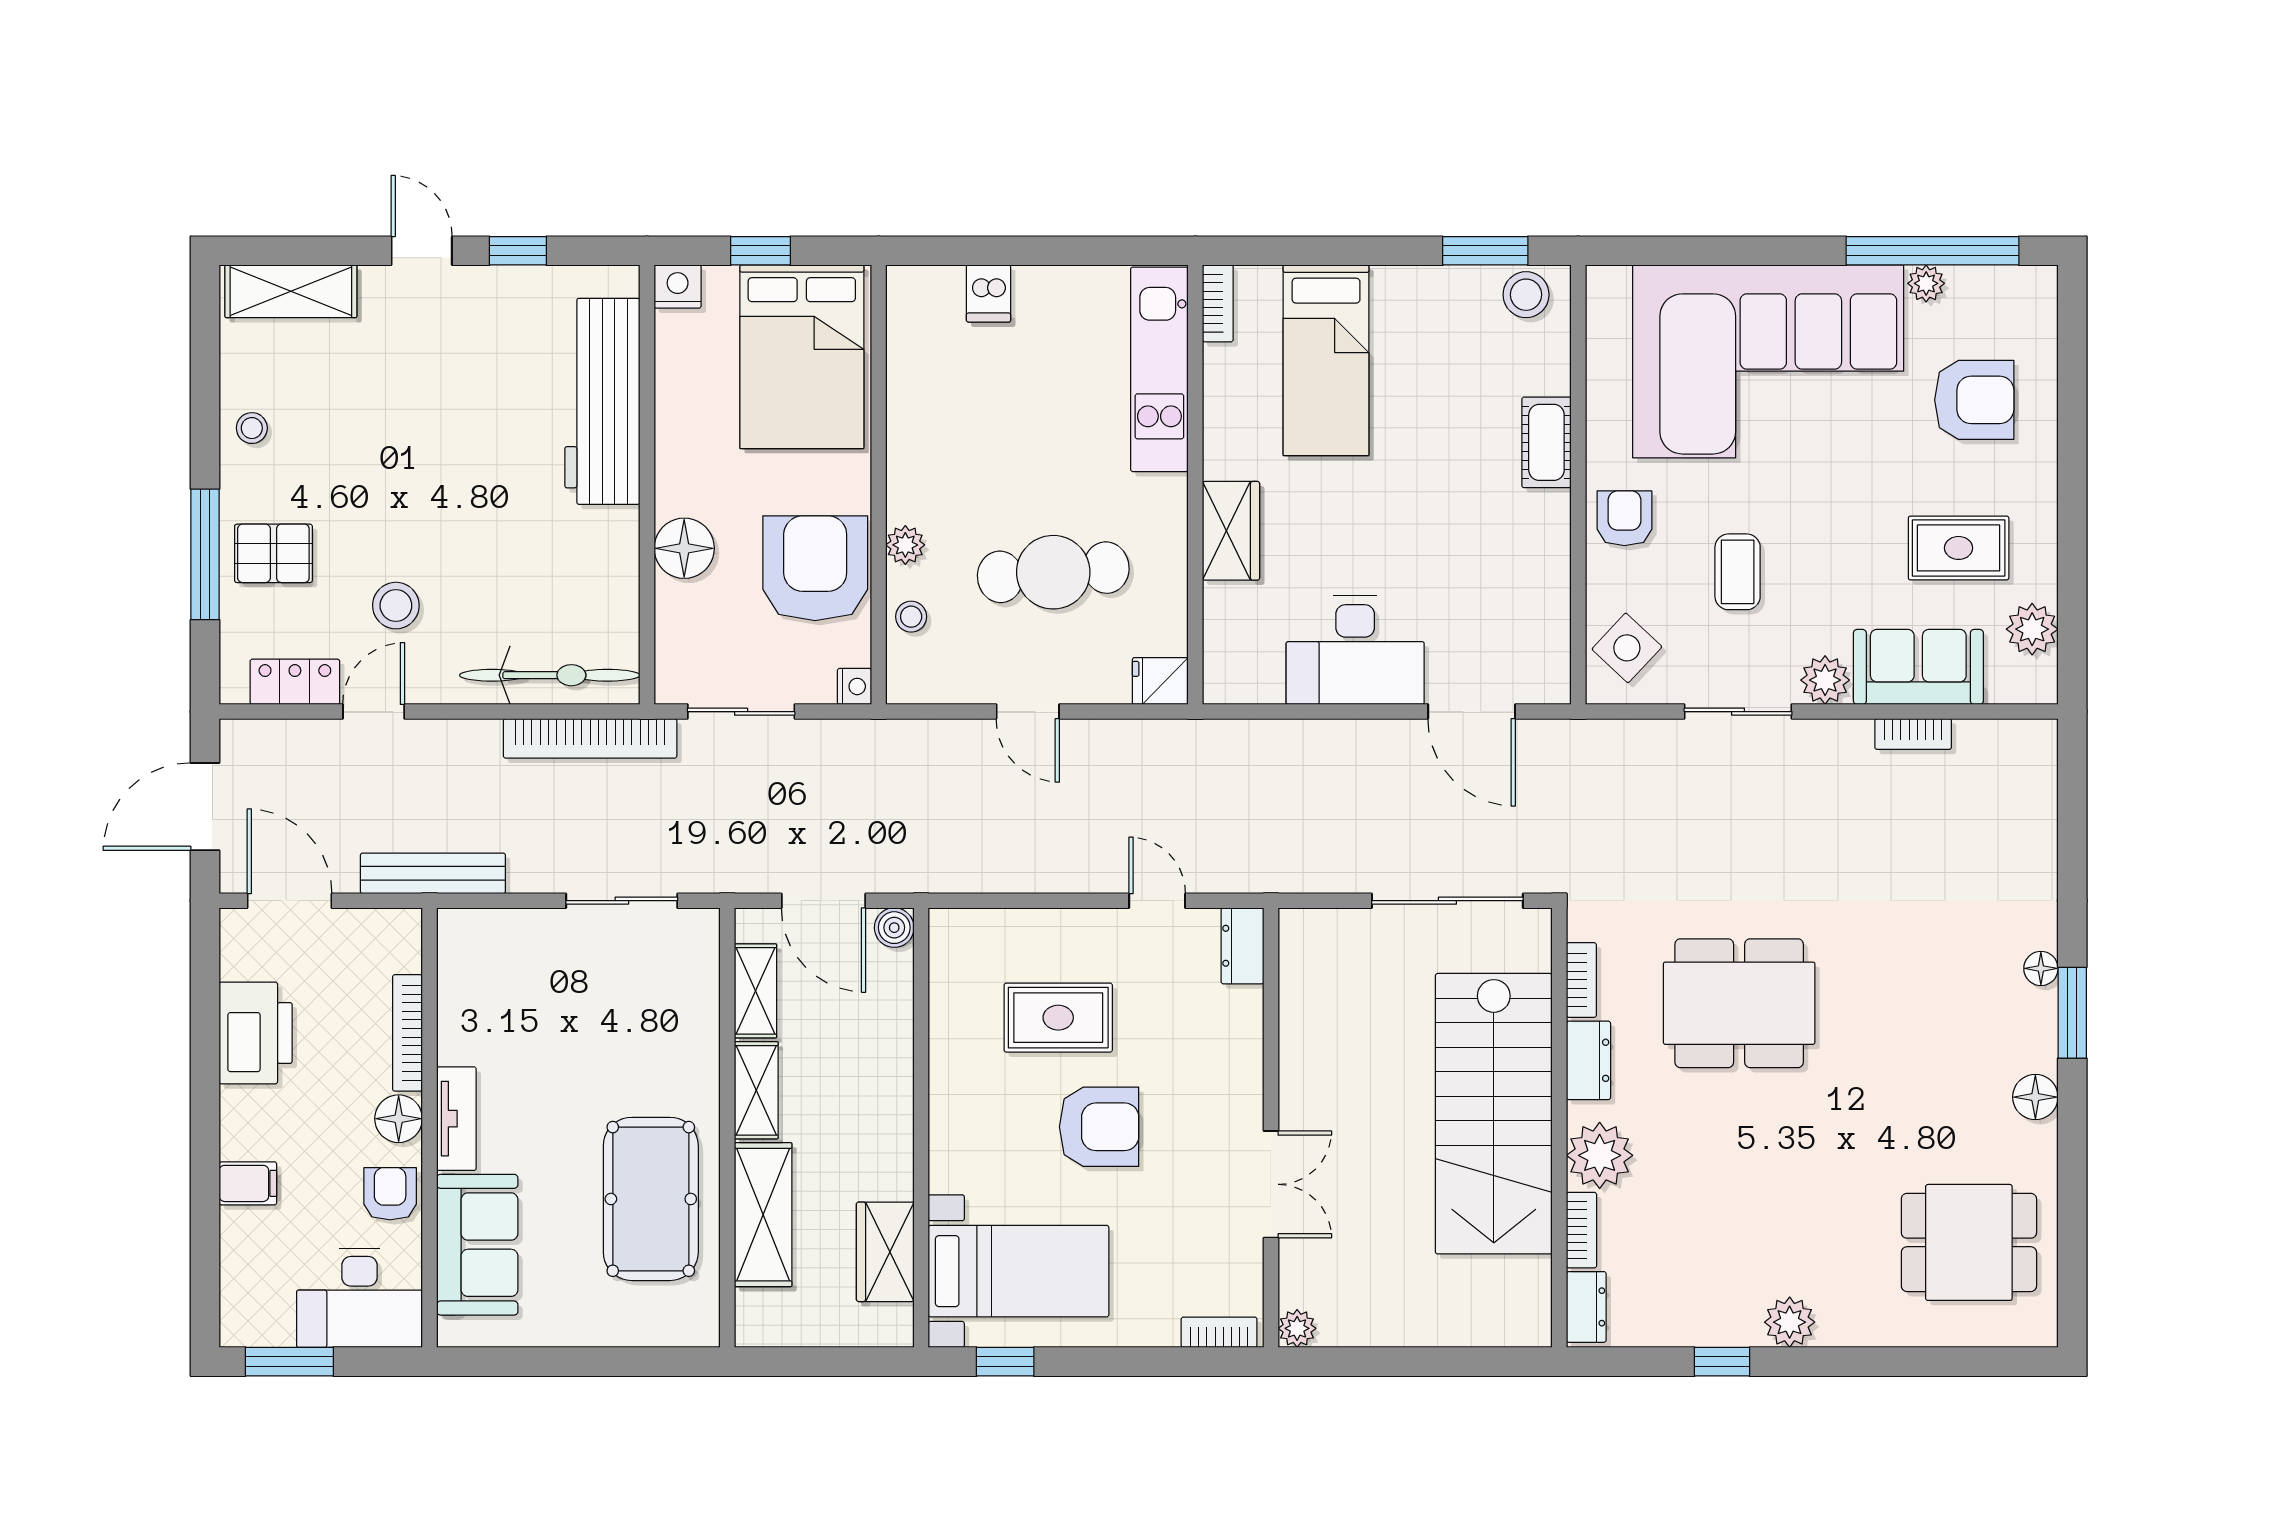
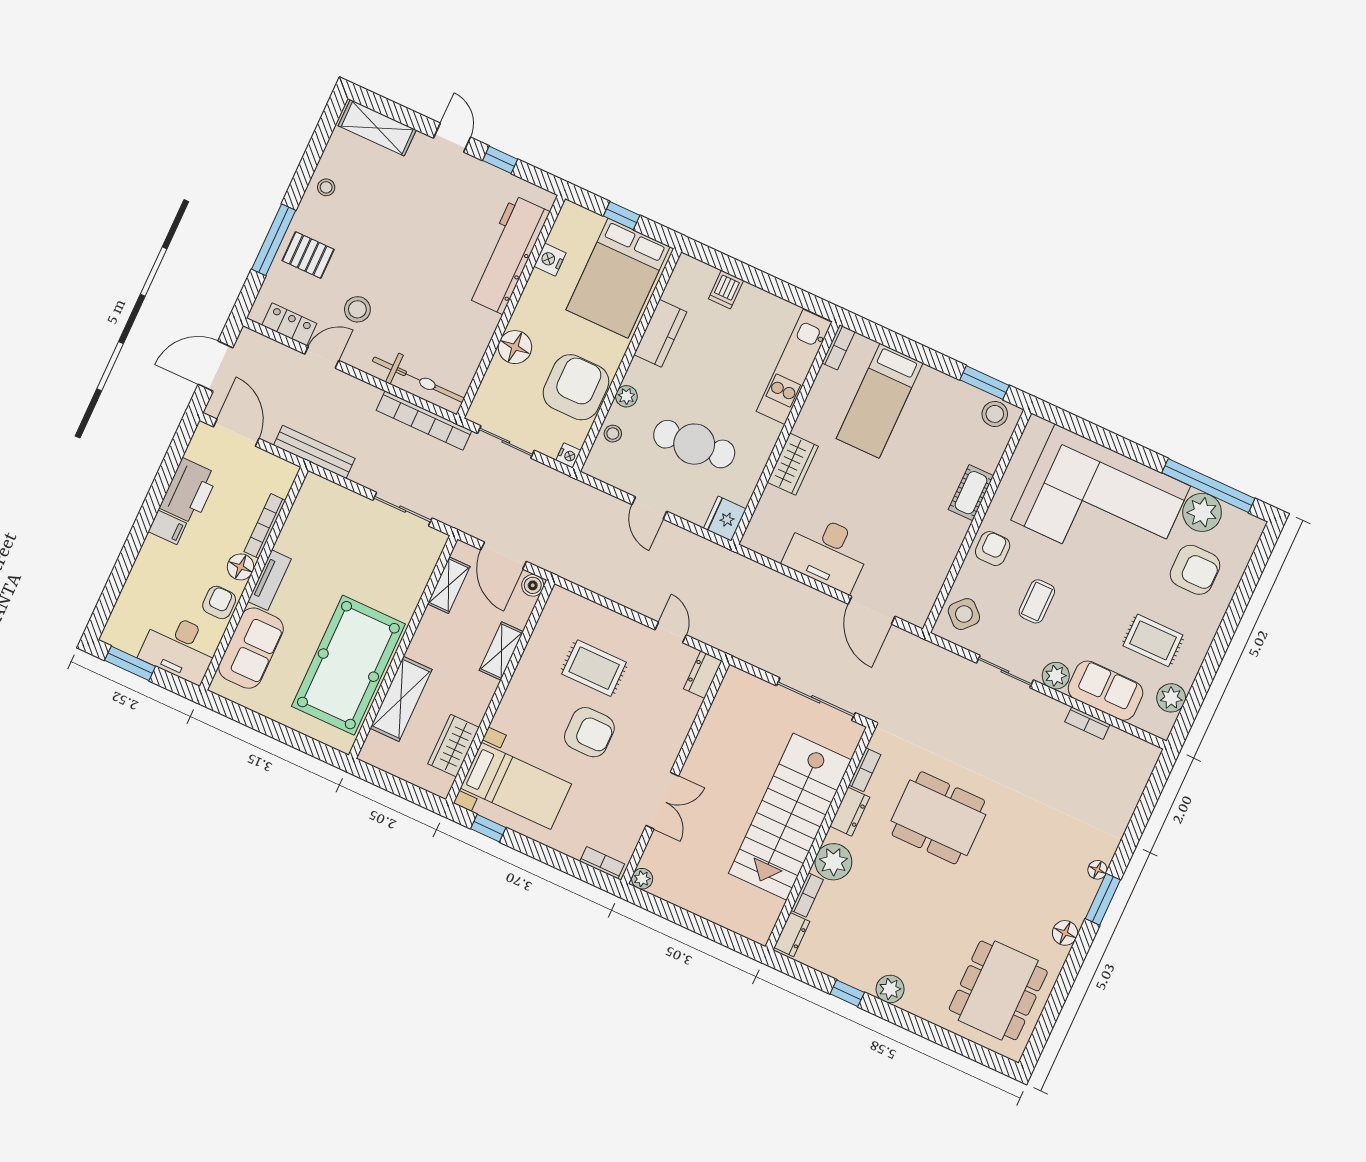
plant: (1926, 283) -> (1202, 512), width x1.88, depth x1.88
nightstand: (678, 287) -> (550, 260), moved, turned -90
kitchen counter: (913, 415) -> (660, 333), added
fridge: (1160, 681) -> (725, 519), width x1.38
shelving: (756, 1090) -> (501, 651), moved
filing cabinet: (248, 1183) -> (167, 527), moved
pool table: (651, 1199) -> (348, 665), width x1.36, depth x1.32
dining table: (1969, 1242) -> (998, 990), width x1.38

